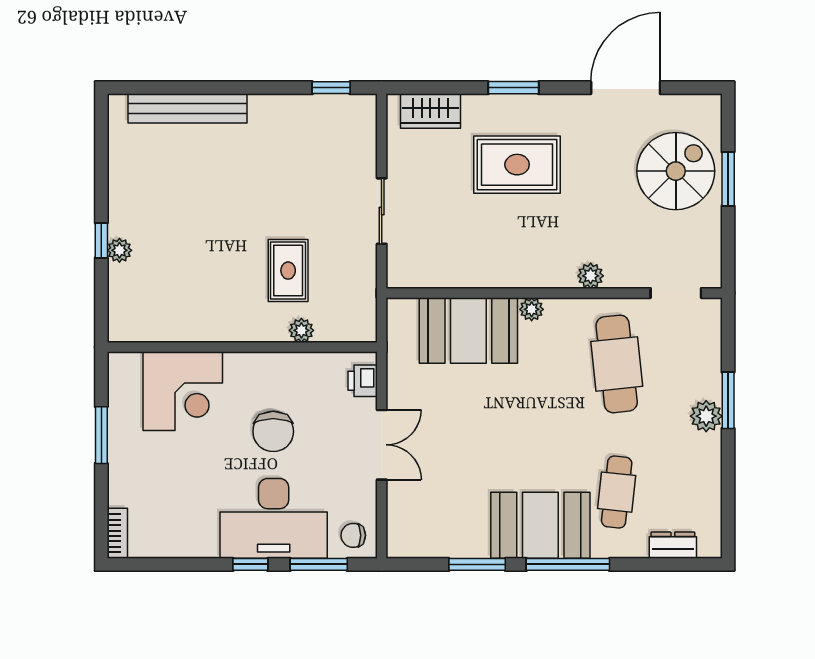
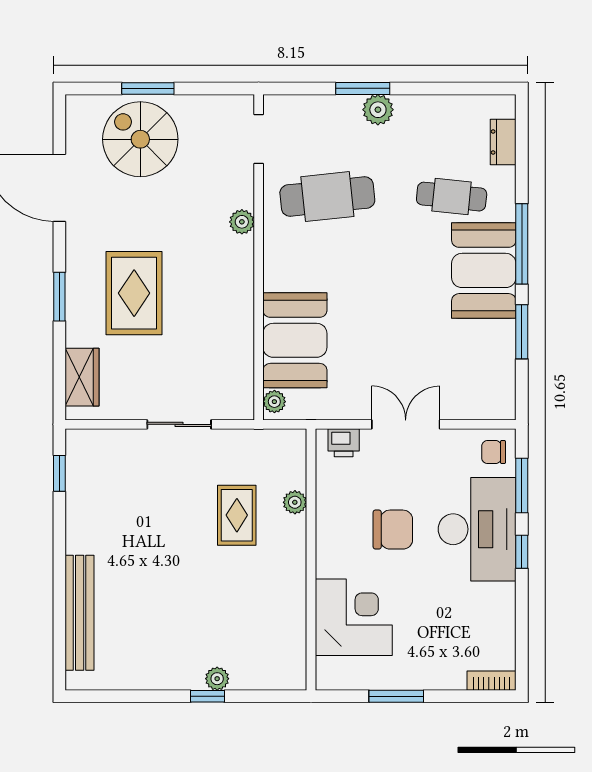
rug: (288, 271) -> (237, 515), turned 90
plant: (532, 309) -> (274, 402), moved
chair: (353, 535) -> (494, 452), turned 90

